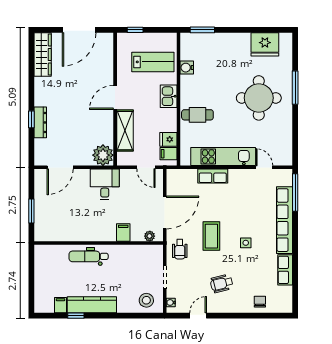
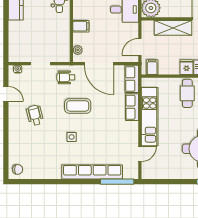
fridge: (168, 139) -> (187, 67), moved
row of seats: (285, 270) -> (132, 79), moved, turned -90
stool: (146, 300) -> (20, 47), removed
chair: (260, 302) -> (18, 169), moved

